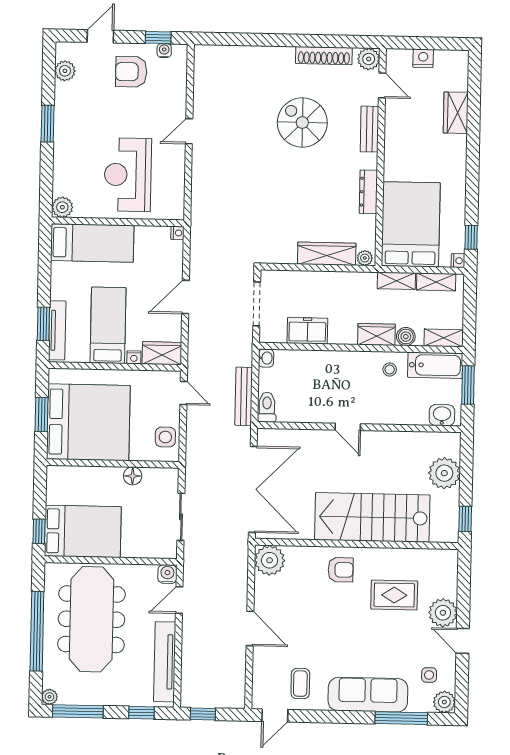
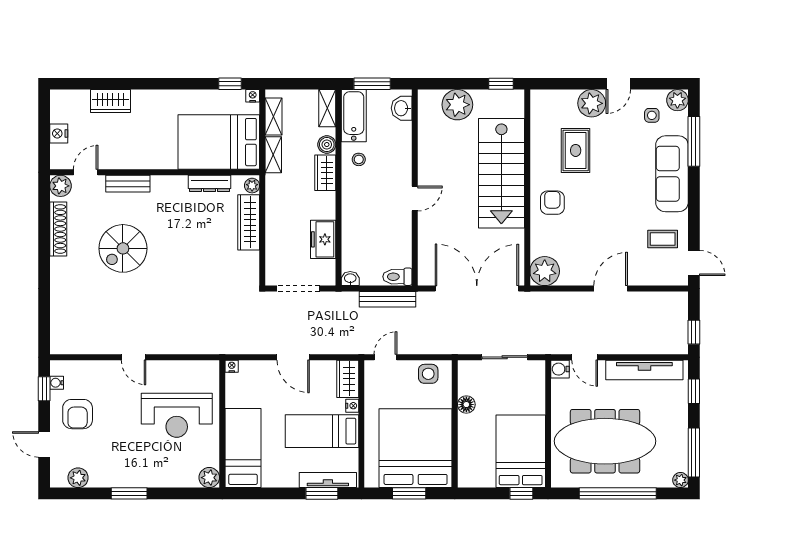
dresser: (368, 192) -> (209, 183), moved

